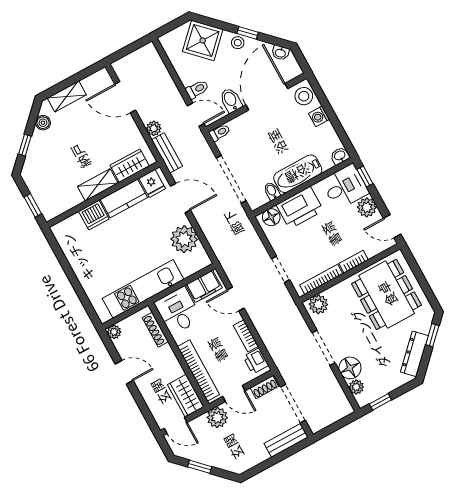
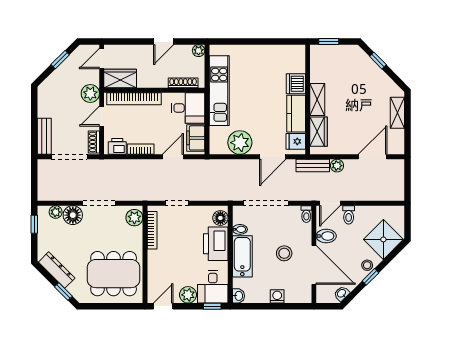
stool: (304, 96) -> (284, 253), moved
boiler: (43, 123) -> (387, 84), removed
bookcase: (354, 262) -> (152, 262), removed

